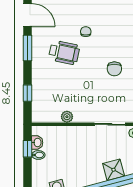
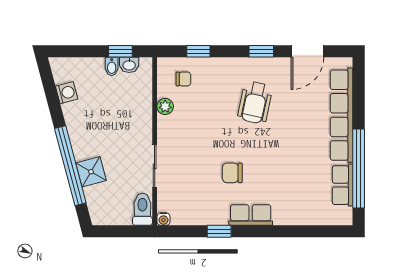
chair: (86, 32) -> (183, 79), moved
window: (27, 48) -> (261, 51), width x0.67

